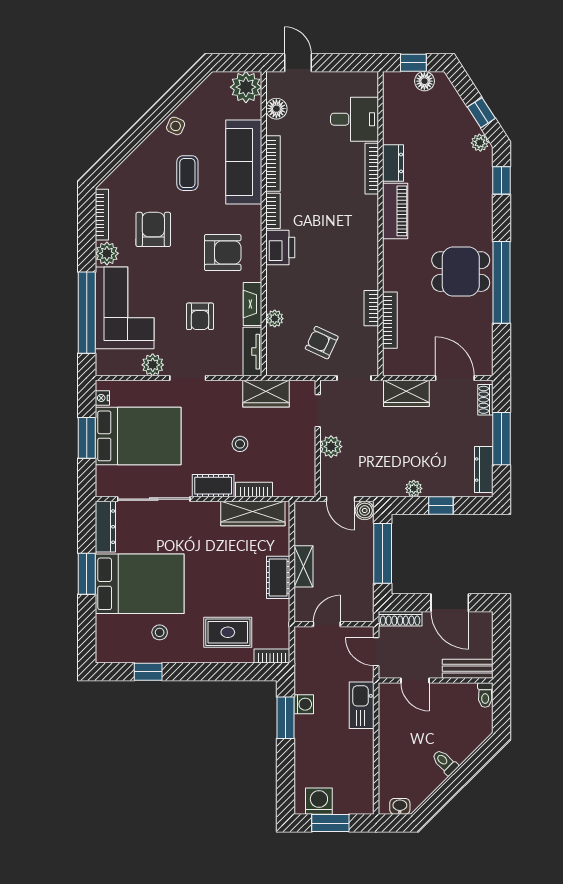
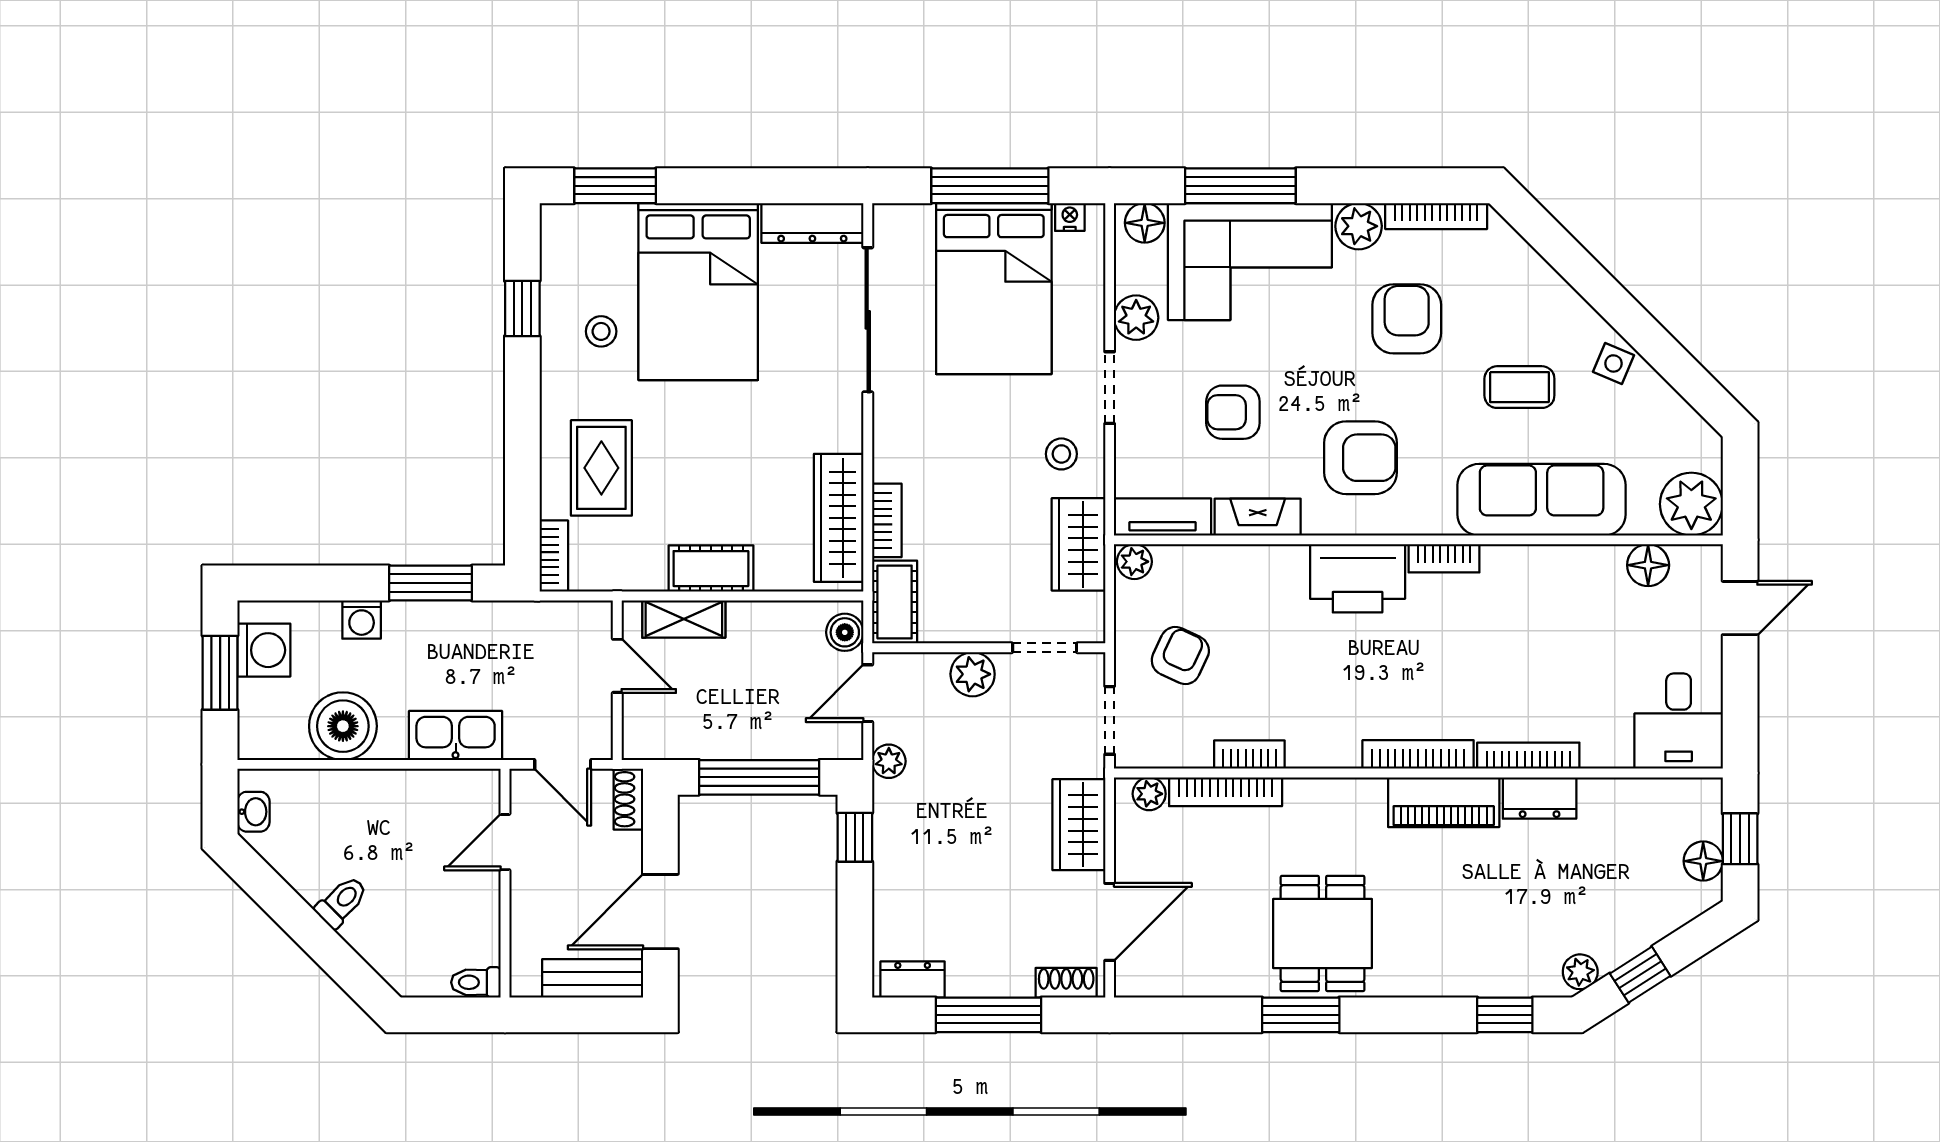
desk: (354, 119) -> (1679, 721), moved
bookcase: (273, 164) -> (1418, 754), moved, turned 180
armchair: (153, 229) -> (1407, 319), turned -90
printer: (280, 248) -> (1358, 578), width x1.37, depth x1.19
armchair: (223, 253) -> (1361, 458), turned -90
window: (501, 282) -> (1301, 1015), width x0.47
window: (87, 313) -> (1240, 186), width x0.68
plant: (275, 319) -> (1134, 562), moved
plant: (391, 358) -> (1149, 794), added
floor lamp: (105, 360) -> (1145, 223), added
window: (87, 438) -> (990, 186), width x1.44
stool: (240, 444) -> (1061, 454), moved
dresser: (484, 470) -> (913, 979), width x0.70
cot: (213, 486) -> (895, 602), moved
plant: (414, 488) -> (889, 761), moved
window: (441, 505) -> (855, 837), moved
boiler: (365, 511) -> (845, 632), moved
shelving: (303, 566) -> (684, 619), moved
window: (87, 574) -> (615, 186), moved
shoe rack: (400, 619) -> (628, 799), width x0.70
door: (376, 652) -> (563, 764), swing flipped
bench: (468, 669) -> (593, 978), moved, turned 90
washing machine: (304, 704) -> (362, 619), moved
boiler: (357, 762) -> (343, 726), added

